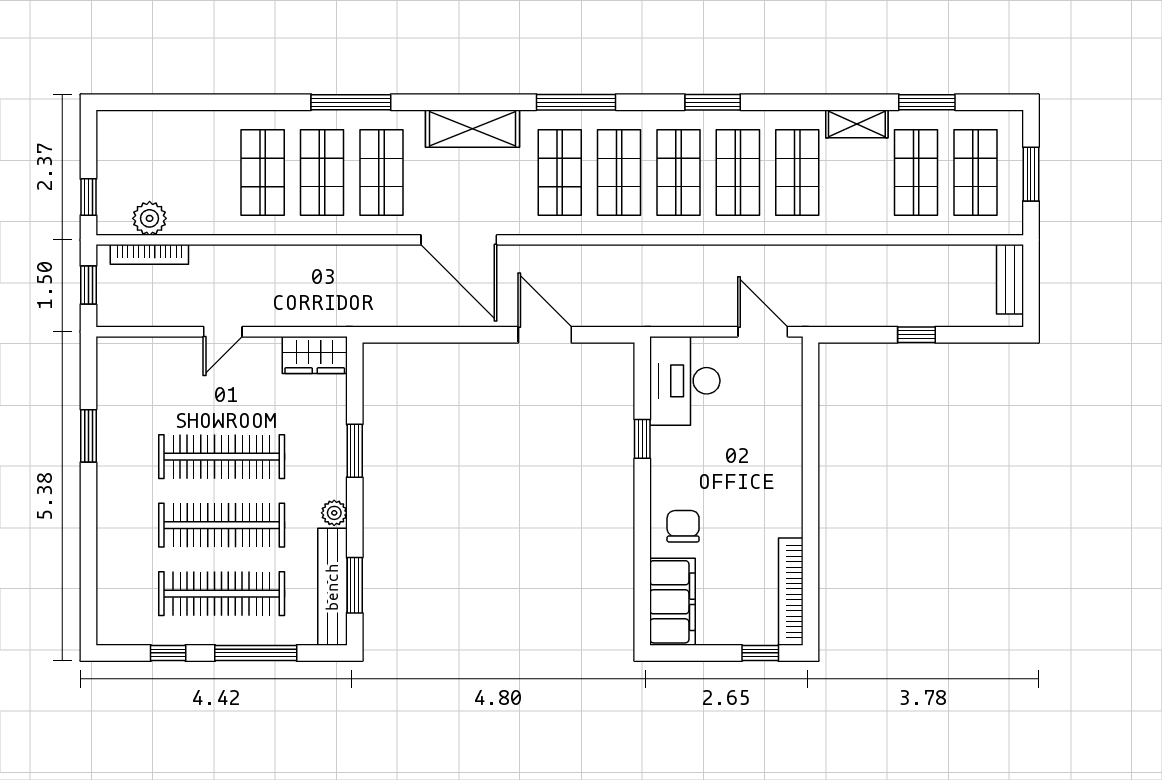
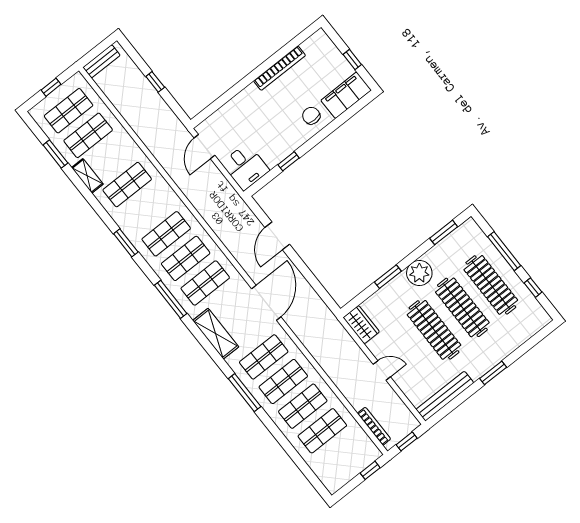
shop shelf: (738, 173) -> (322, 431), moved
window: (1031, 174) -> (51, 87), width x0.67
plant: (150, 218) -> (359, 438), removed
desk: (685, 381) -> (245, 167), width x0.73
window: (88, 436) -> (493, 373), moved
plant: (334, 513) -> (419, 273), width x1.87, depth x1.87
chair: (683, 526) -> (311, 116), turned 90
bench: (332, 587) -> (445, 396), moved
bookcase: (791, 592) -> (280, 68), moved
window: (760, 653) -> (352, 59), moved

